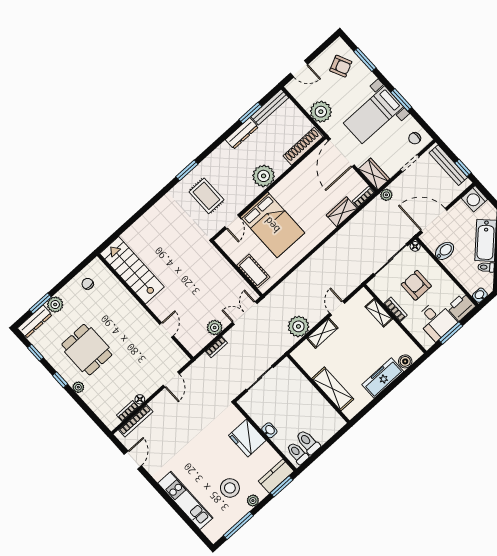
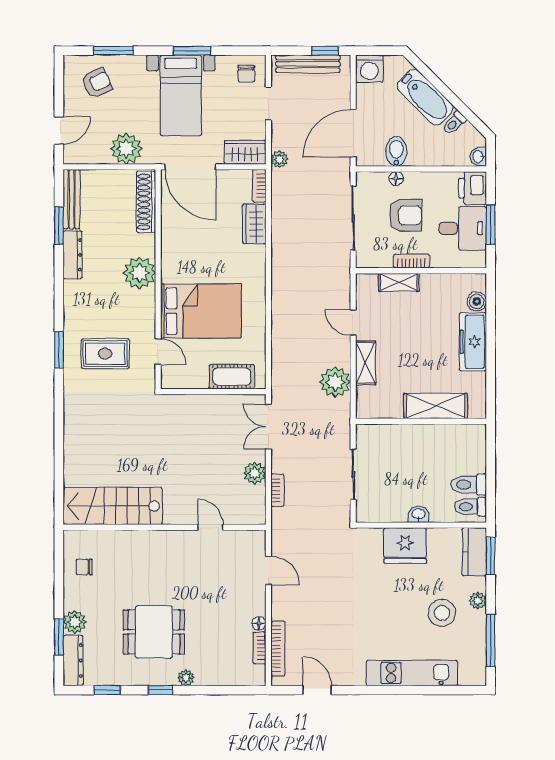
floor lamp: (415, 246) -> (396, 179), moved
armchair: (416, 285) -> (406, 215), turned 180

